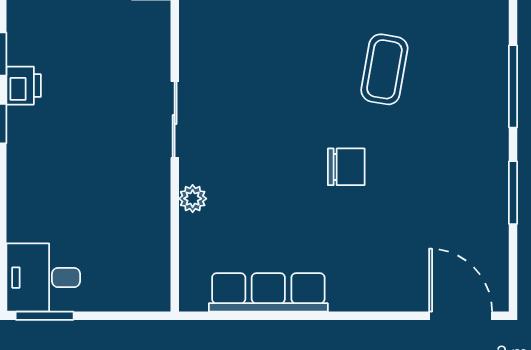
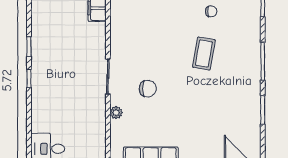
printer: (24, 86) -> (39, 61), removed
chair: (346, 167) -> (148, 89), moved

